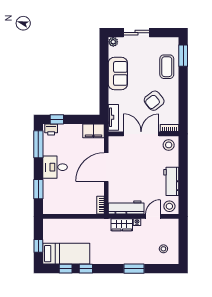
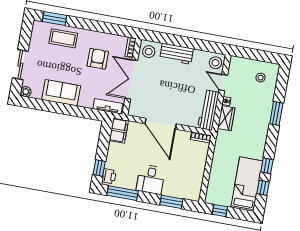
armchair: (154, 101) -> (98, 59), turned -142
workbench: (171, 181) -> (177, 54), moved
window: (38, 246) -> (220, 211), moved

